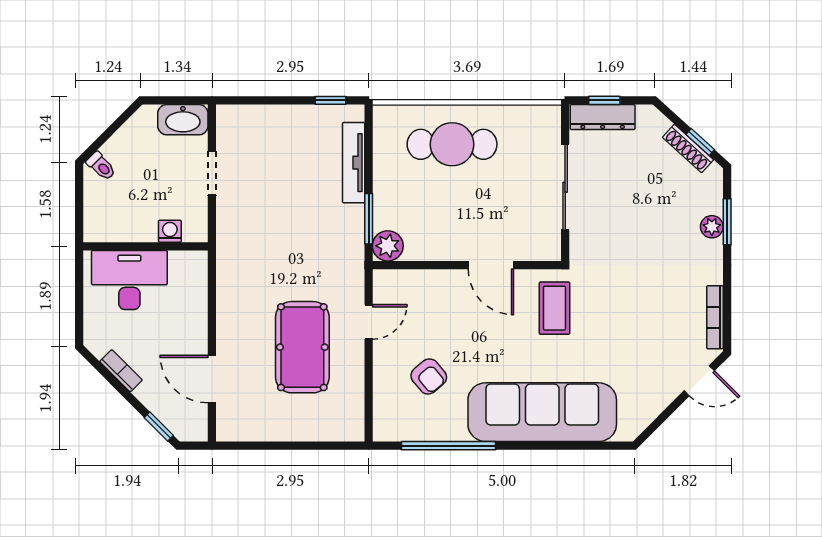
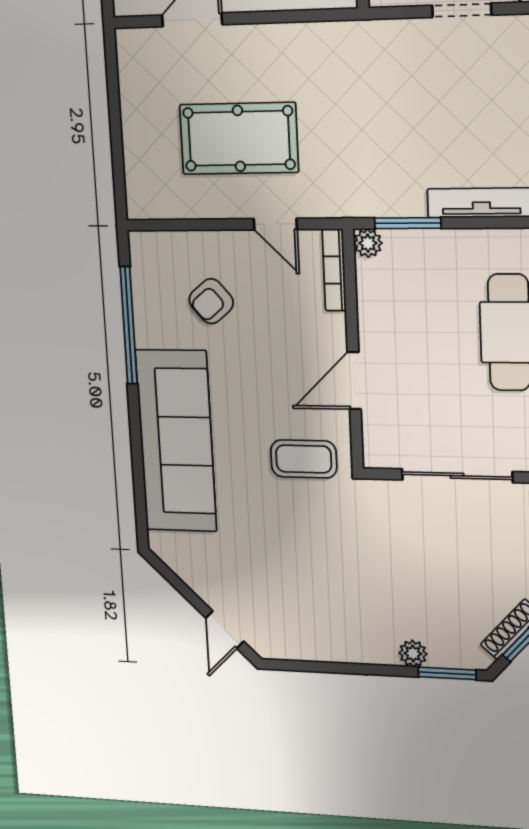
window: (727, 222) -> (447, 673), moved
plant: (388, 246) -> (368, 243), width x0.73, depth x0.73
bookcase: (715, 317) -> (334, 270), moved, turned -90

